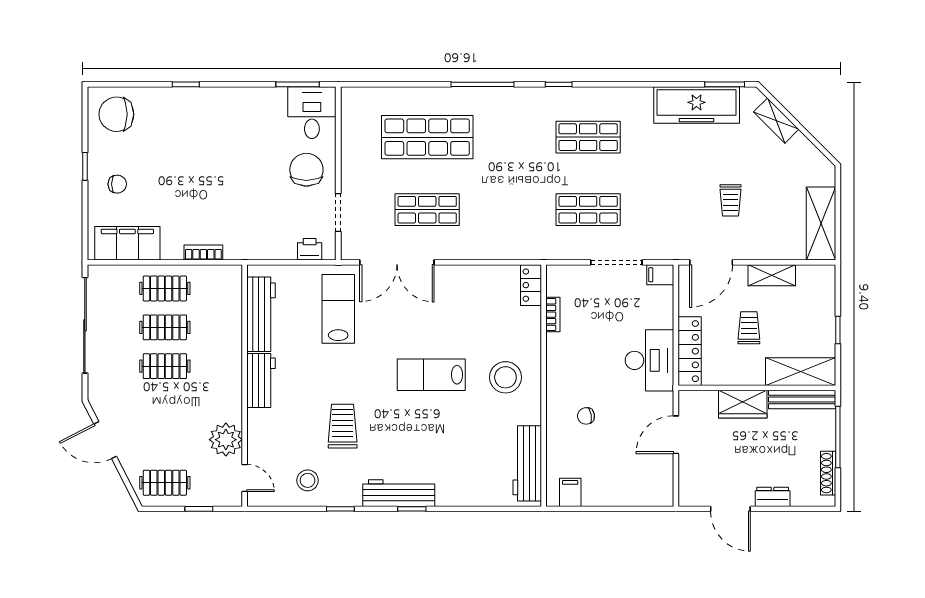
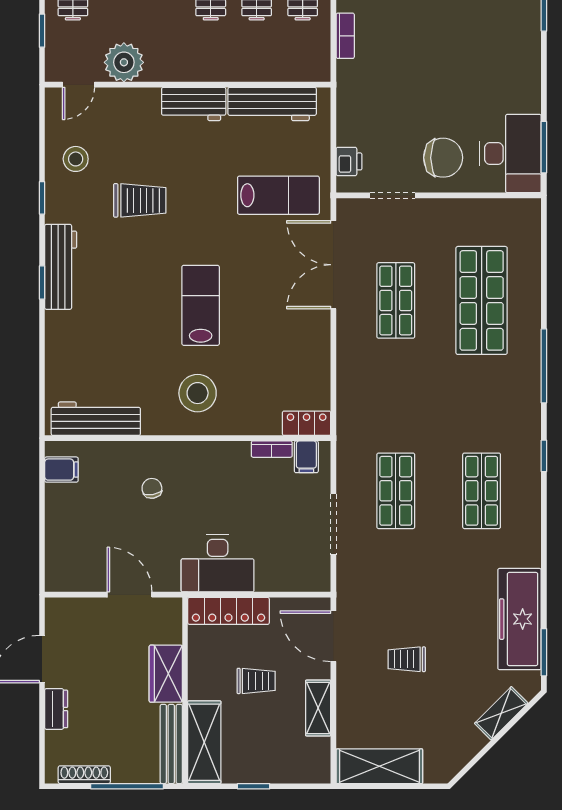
desk: (312, 113) -> (510, 153), width x1.37
filing cabinet: (660, 275) -> (306, 457), moved, turned 180

